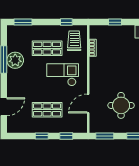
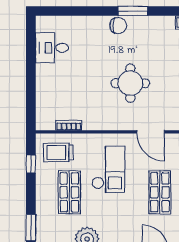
window: (115, 22) -> (31, 93), removed
checkout: (63, 75) -> (108, 169), turned 180
round table: (121, 105) -> (130, 83), moved

